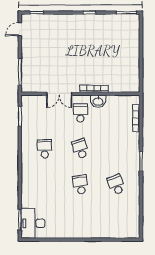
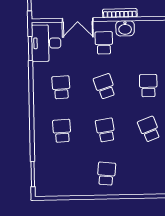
school desk: (116, 149) -> (148, 86), added
school desk: (45, 185) -> (62, 131), added
school desk: (80, 220) -> (106, 174), added
desk: (33, 223) -> (46, 43), moved

